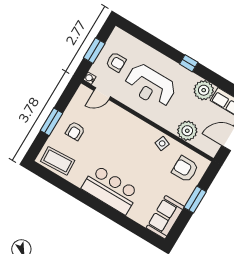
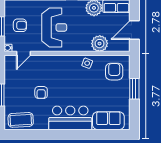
reception desk: (150, 86) -> (54, 27), turned -90
armchair: (75, 131) -> (41, 92), moved
armchair: (185, 169) -> (114, 72), turned 90
sofa: (165, 217) -> (108, 121), moved, turned 90

